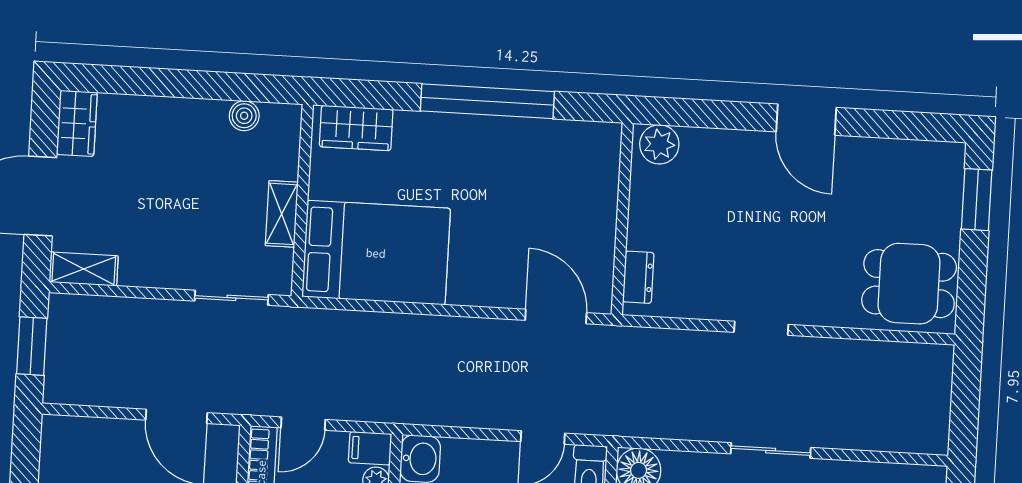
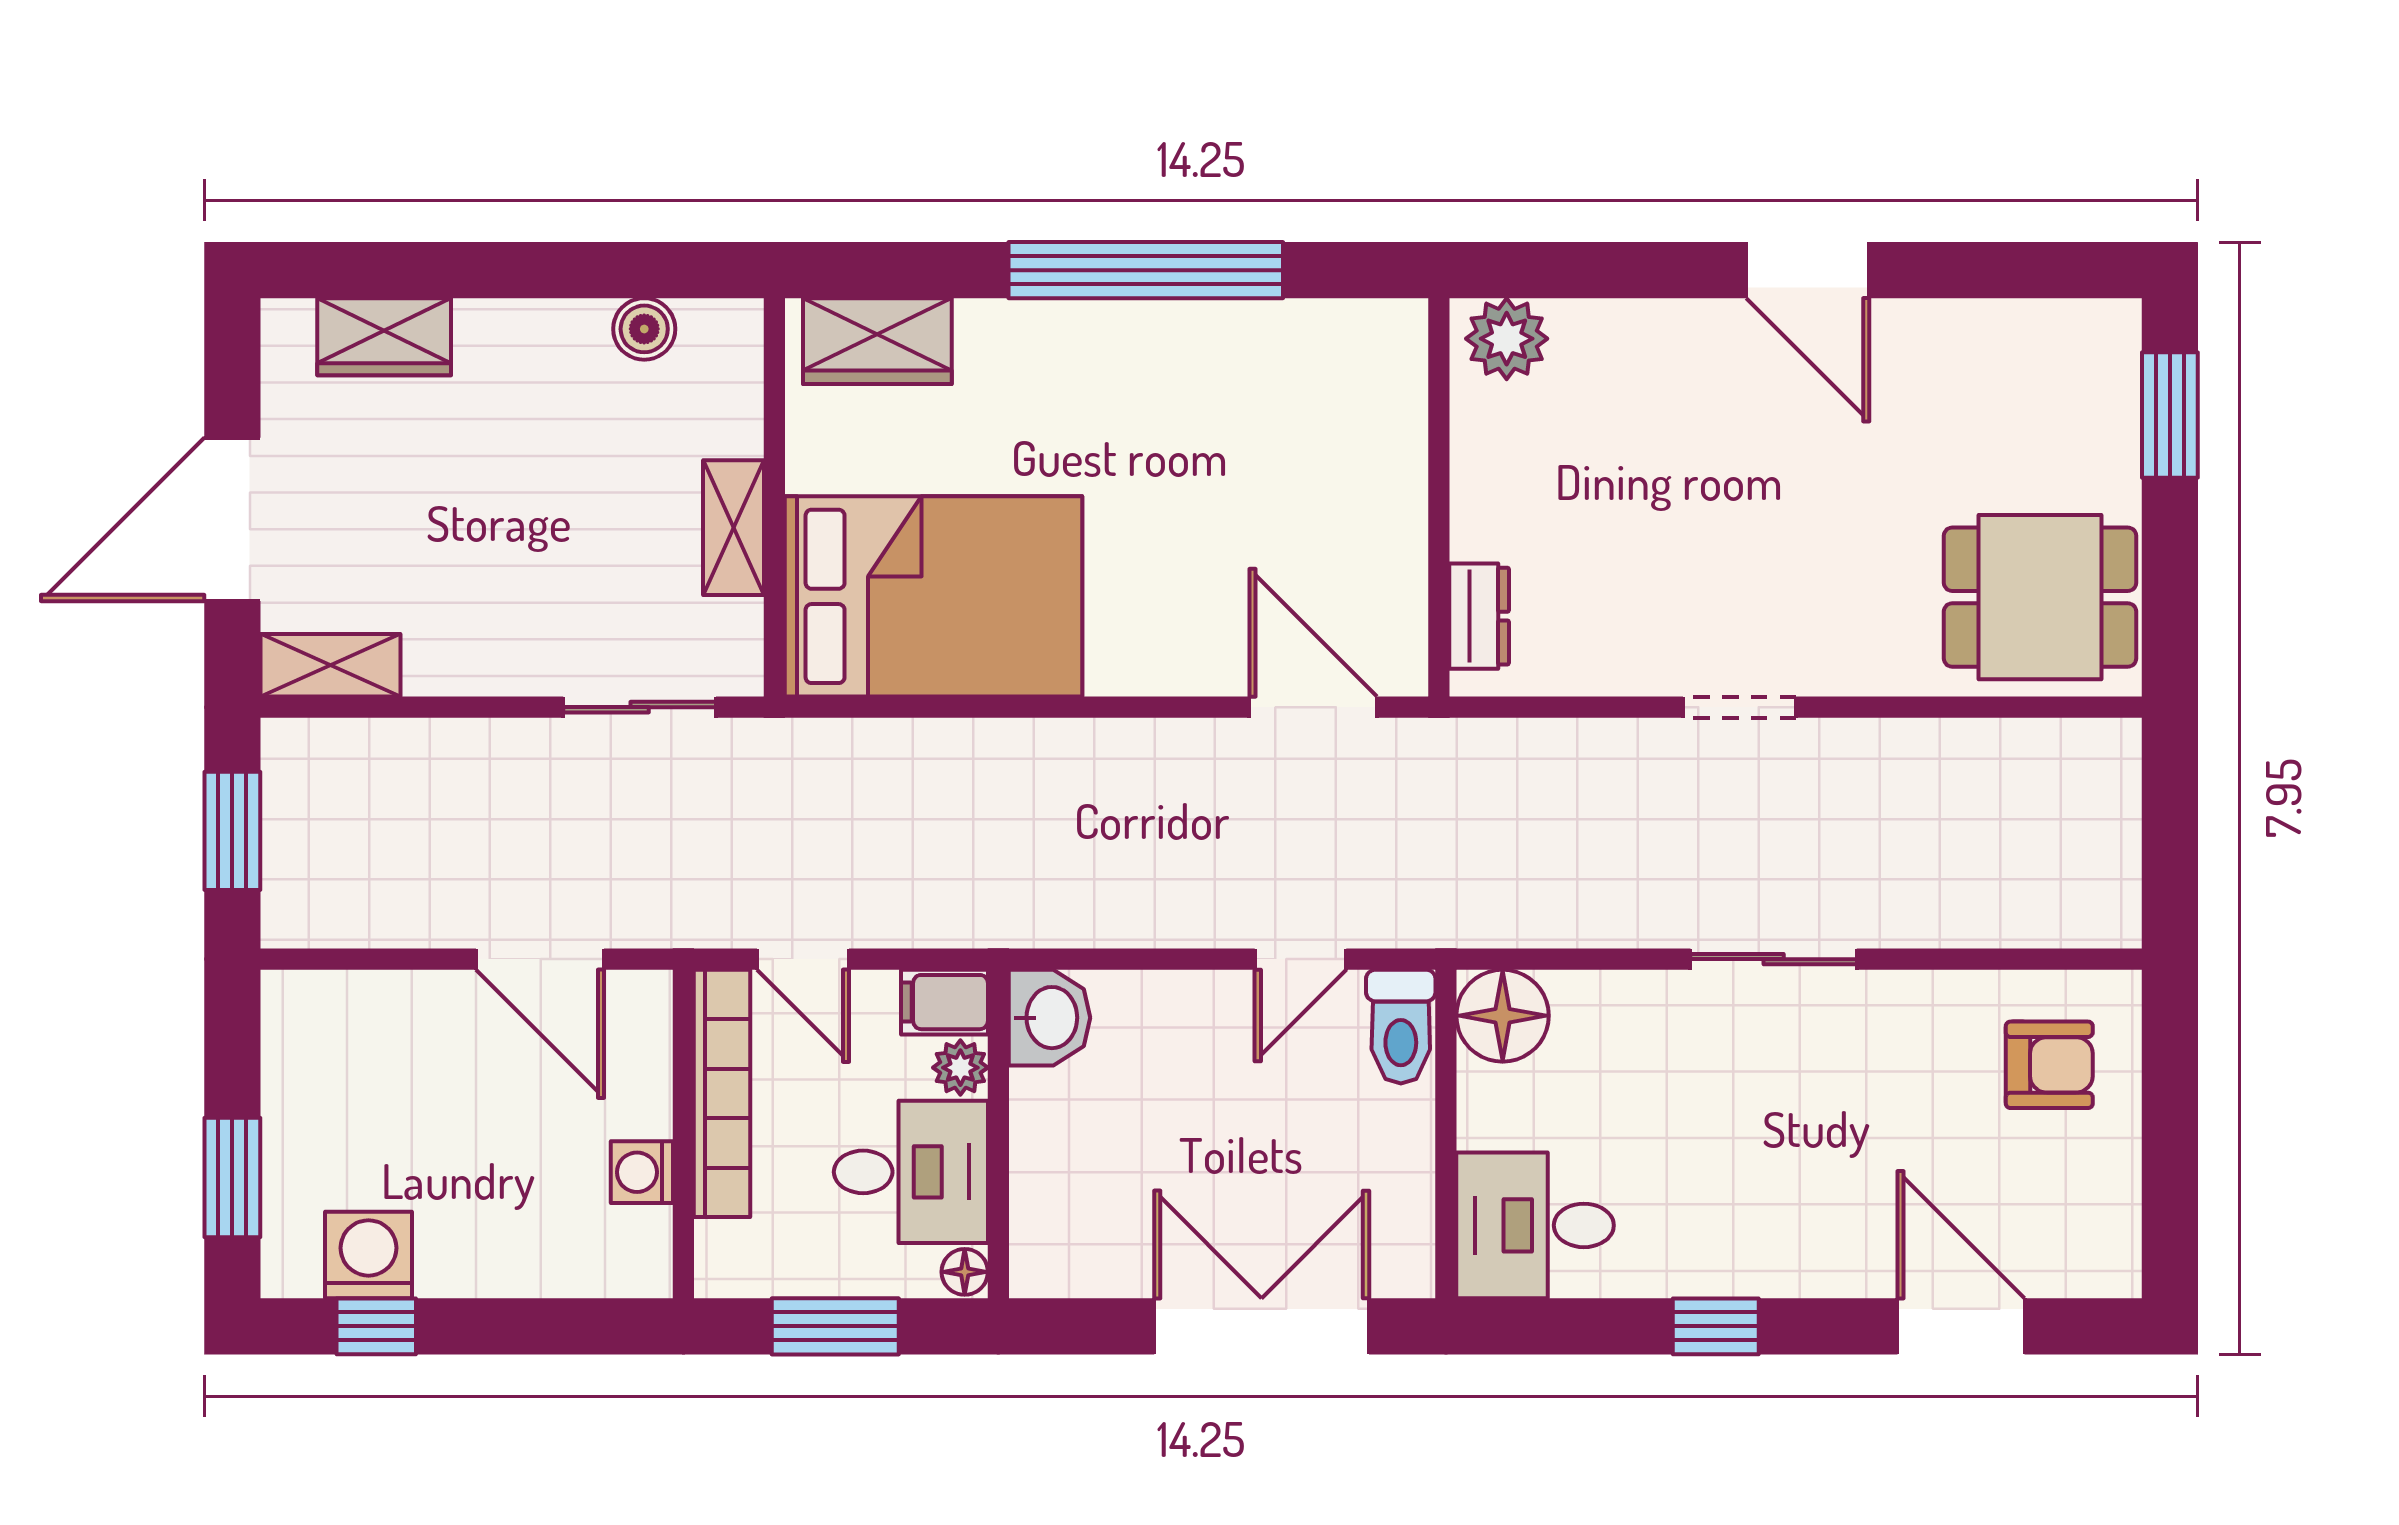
wardrobe: (77, 123) -> (384, 337), moved, turned 90
door: (303, 424) -> (803, 959), hinge flipped

